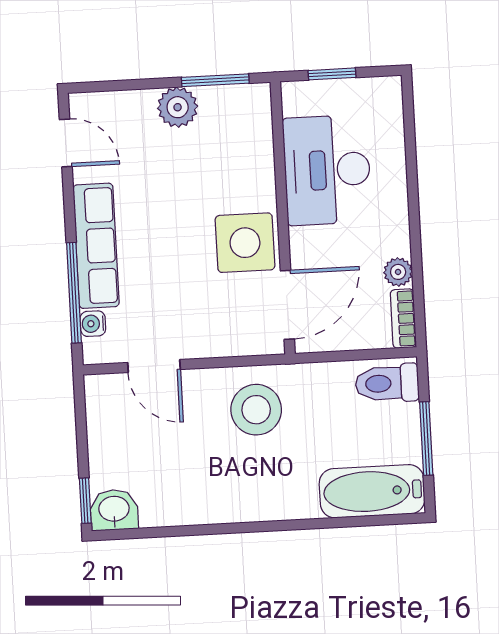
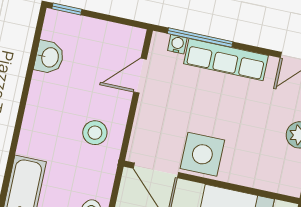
stool: (256, 410) -> (95, 133), width x0.73, depth x0.73
washbasin: (114, 510) -> (49, 57), moved

